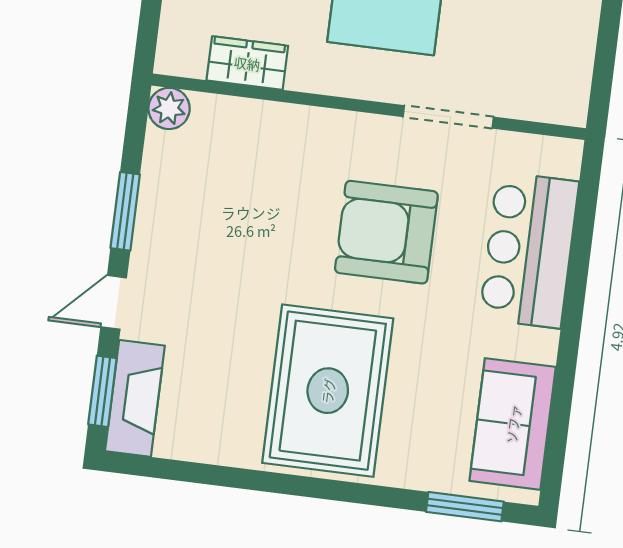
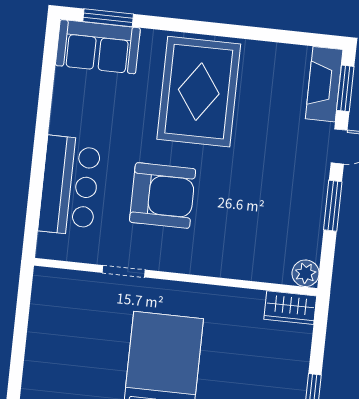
wardrobe: (247, 63) -> (290, 308), moved
doorway: (448, 117) -> (124, 271), width x0.73
sofa: (513, 424) -> (98, 47), moved, turned 90

